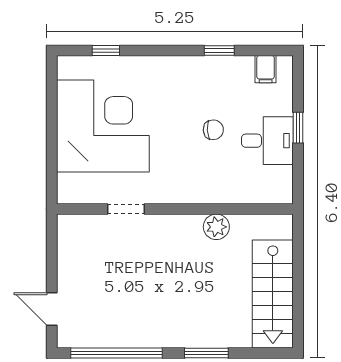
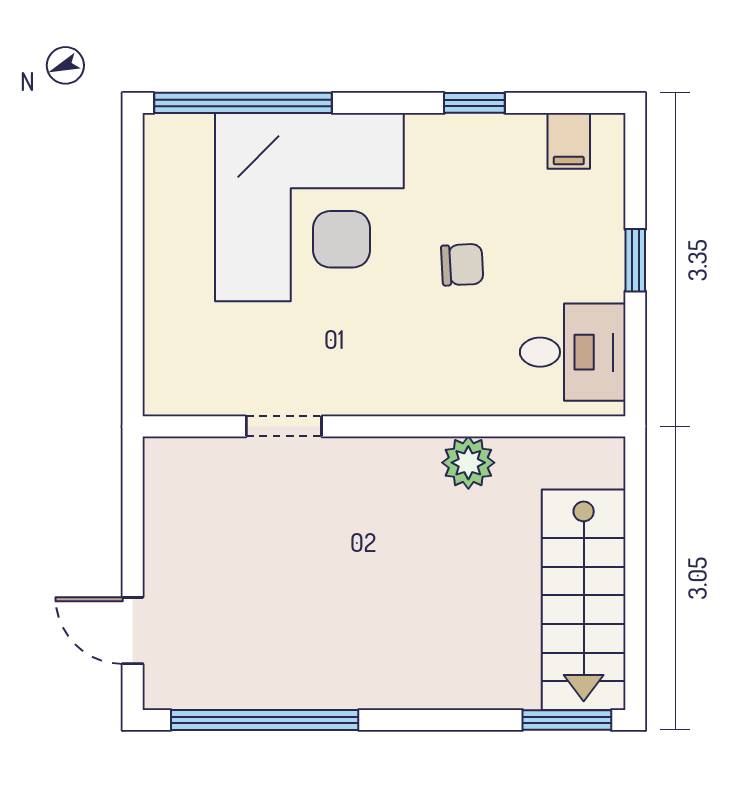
window: (106, 51) -> (243, 103), width x3.17
corner desk: (103, 126) -> (309, 207), moved, turned 90
desk: (267, 141) -> (573, 352), moved
window: (206, 353) -> (567, 720), moved

